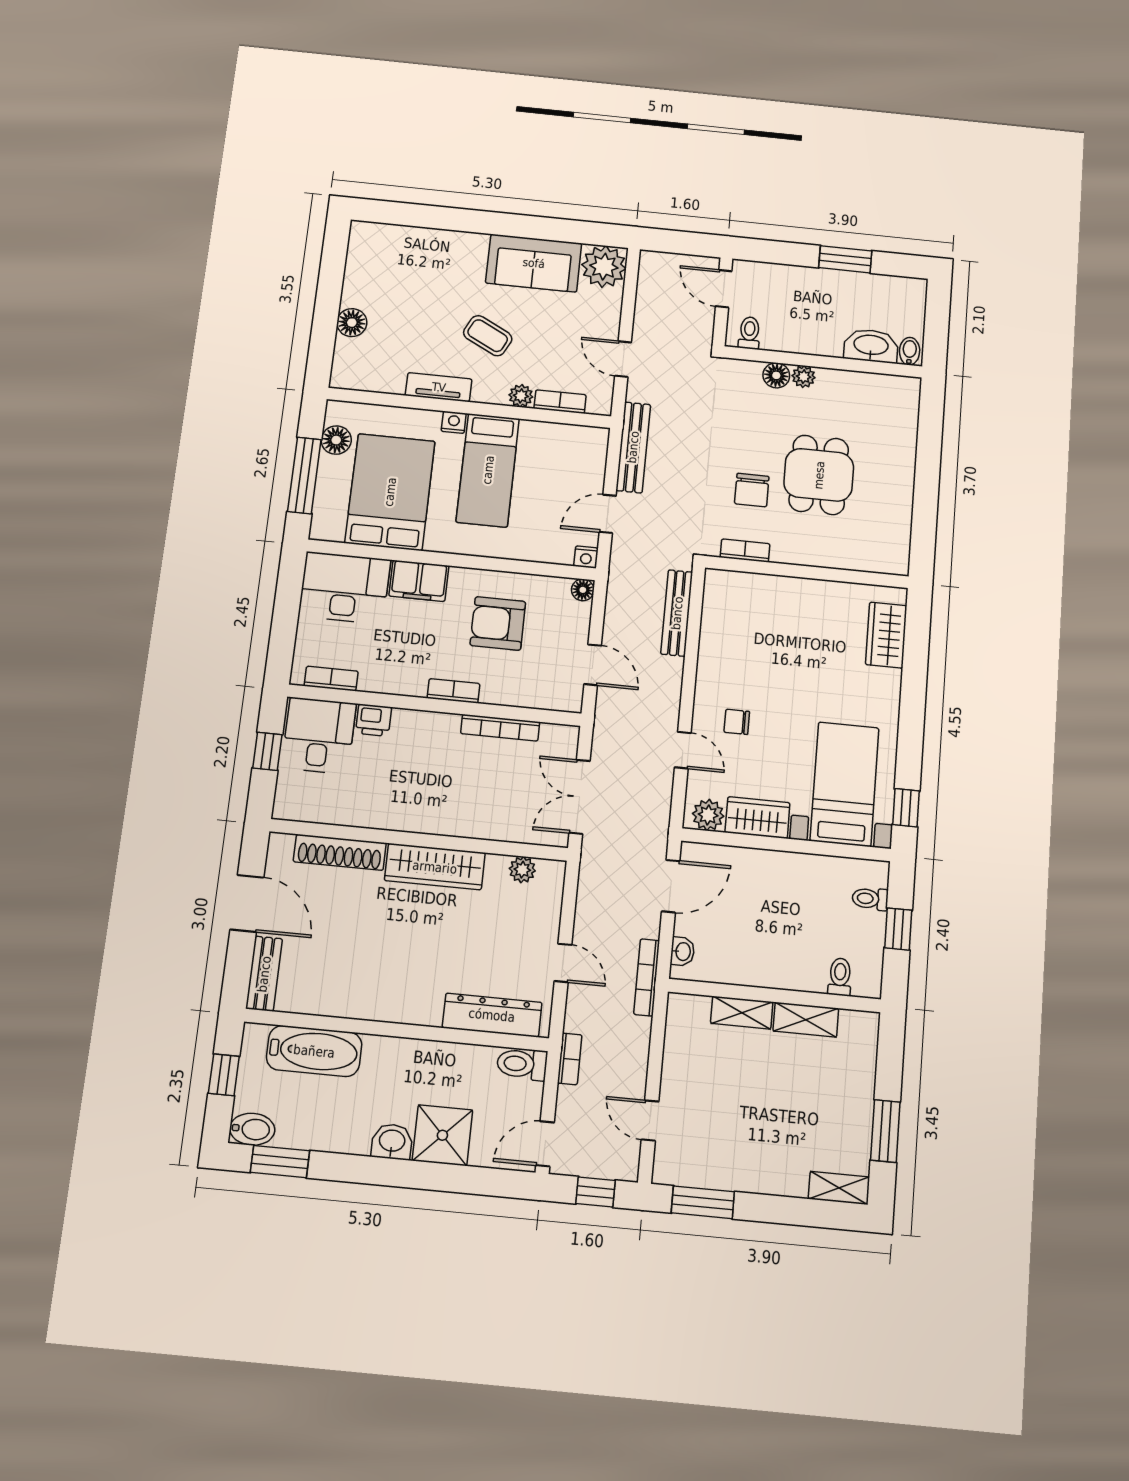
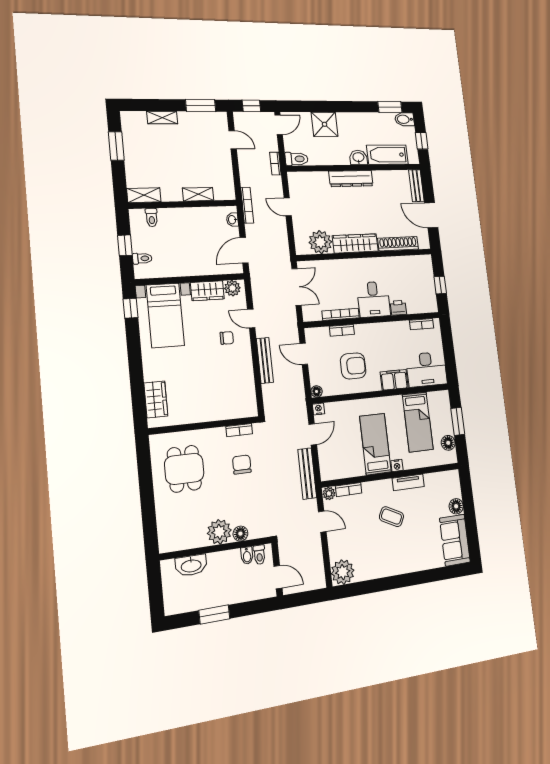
sofa: (534, 263) -> (455, 540), moved, turned -90
bidet: (910, 351) -> (247, 556), moved
plant: (804, 377) -> (219, 532), width x1.87, depth x1.87
plant: (521, 396) -> (329, 493), moved
window: (304, 475) -> (458, 421), width x0.69
dining table: (819, 475) -> (184, 469), moved
bed: (390, 492) -> (418, 422), width x0.67
bench: (677, 613) -> (265, 360), moved
bookcase: (453, 691) -> (342, 330), moved
desk: (319, 736) -> (374, 299), moved
plant: (522, 870) -> (320, 242), width x1.87, depth x1.87
dresser: (492, 1015) -> (351, 179), moved
shelving: (806, 1020) -> (144, 195), moved
washbasin: (392, 1142) -> (358, 158), moved, turned 180
shelving: (839, 1188) -> (162, 118), moved

